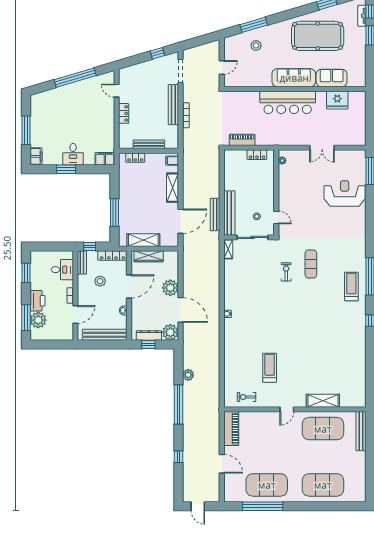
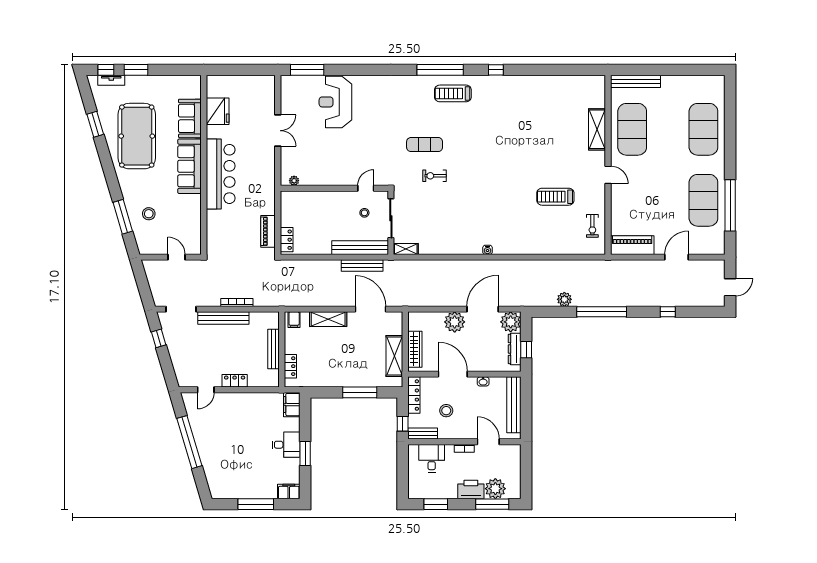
locker: (257, 155) -> (287, 240), moved

